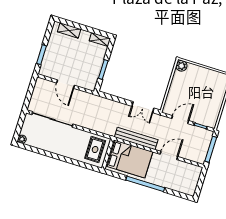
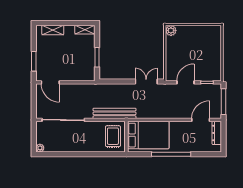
door: (66, 84) -> (50, 82), moved
double door: (143, 107) -> (146, 81), swing flipped
bench: (136, 138) -> (115, 113), moved
door: (169, 155) -> (201, 120), moved
dresser: (195, 177) -> (217, 133), added

